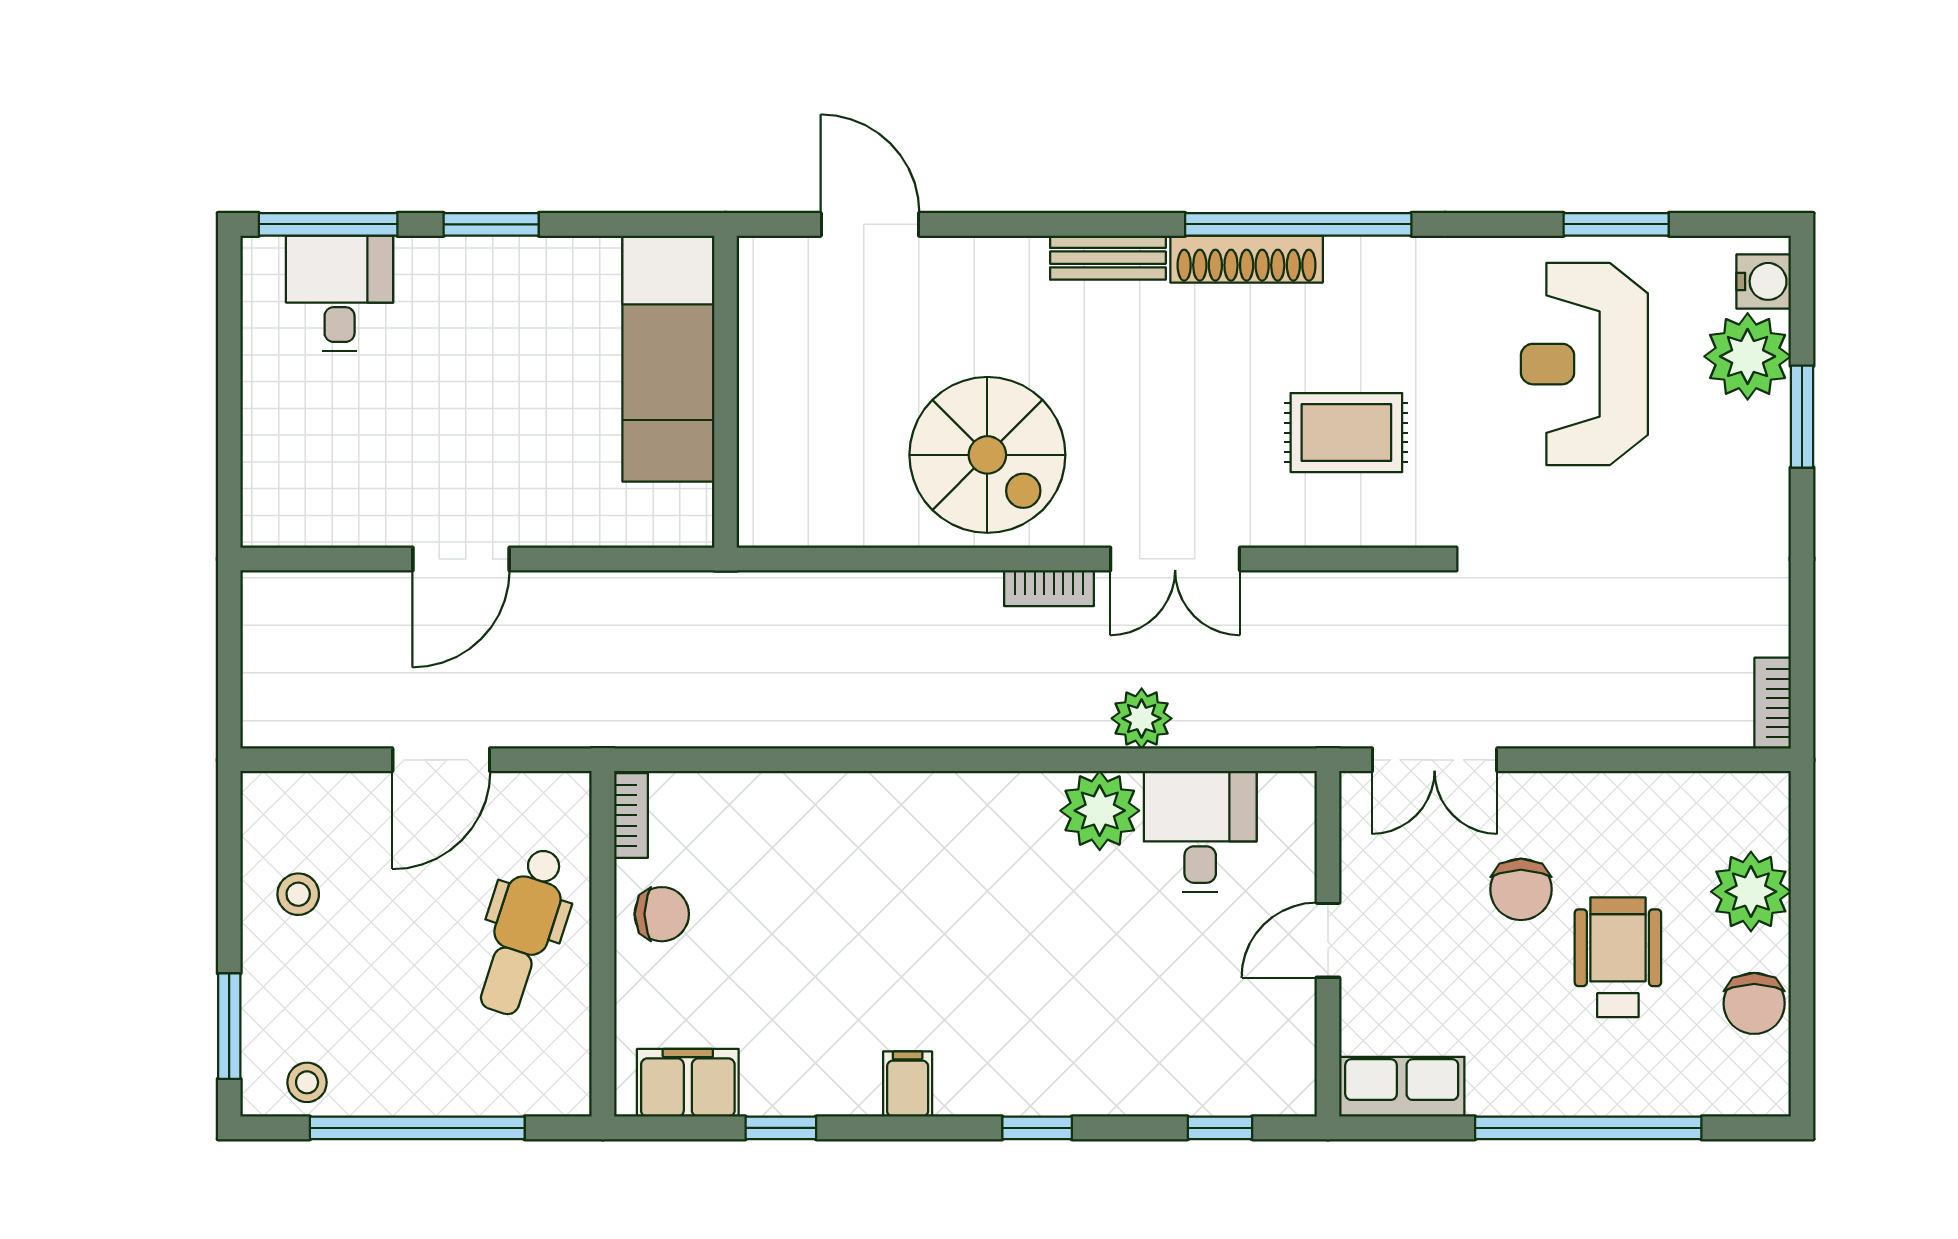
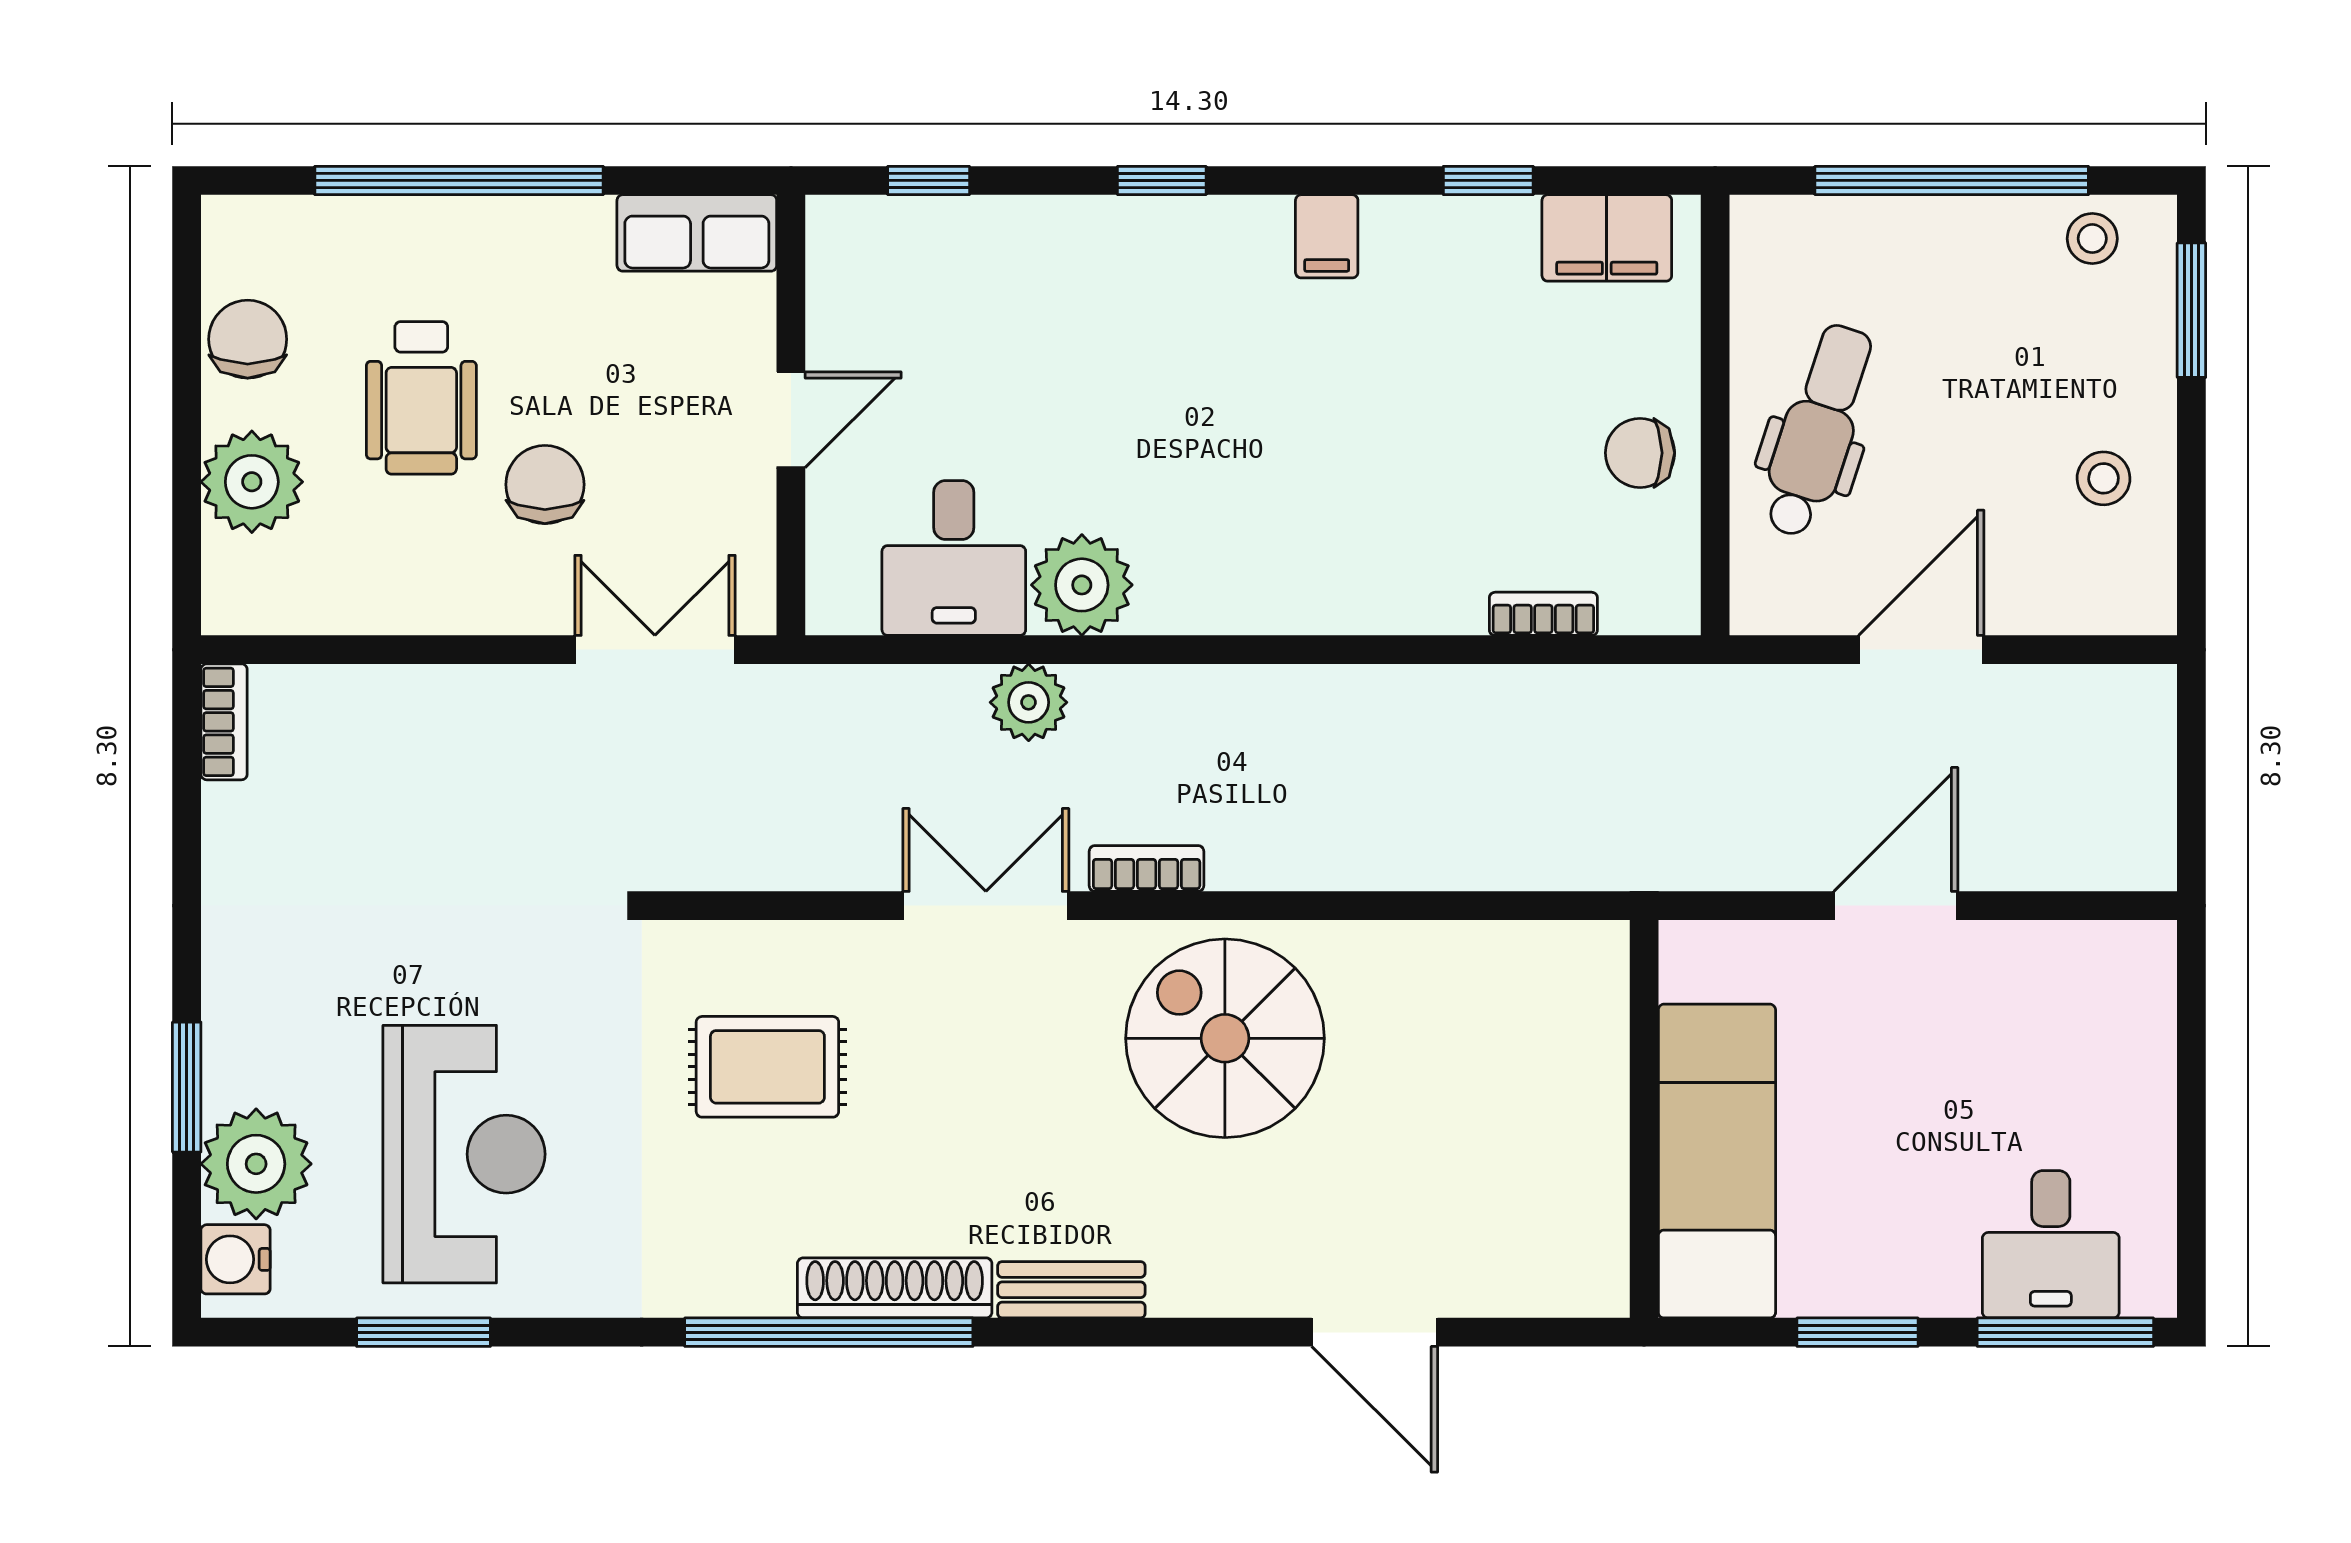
exam couch: (668, 359) -> (1717, 1161), moved
wall: (726, 392) -> (1644, 1119), moved
bookcase: (631, 815) -> (1543, 614), moved, turned 90

